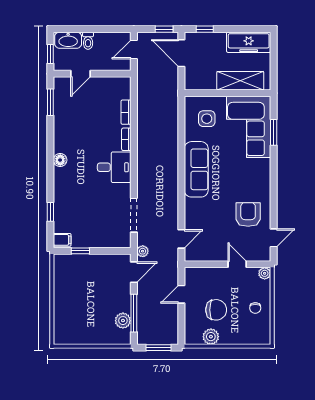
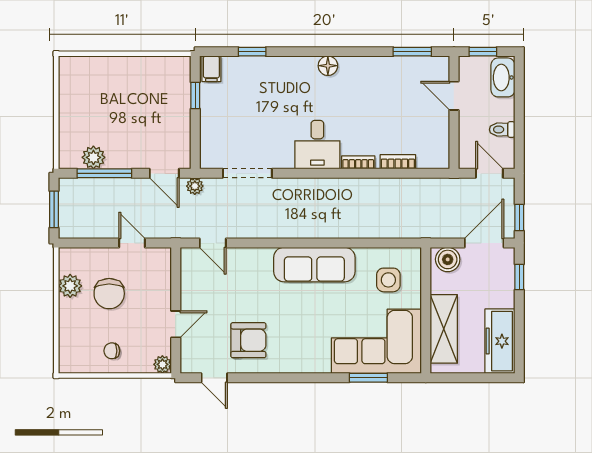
toilet: (88, 41) -> (502, 130), moved
boiler: (193, 78) -> (448, 259), added

